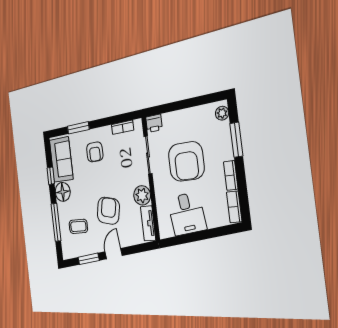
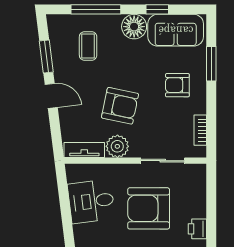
printer: (154, 123) -> (197, 229), moved
armchair: (108, 211) -> (120, 106), moved

